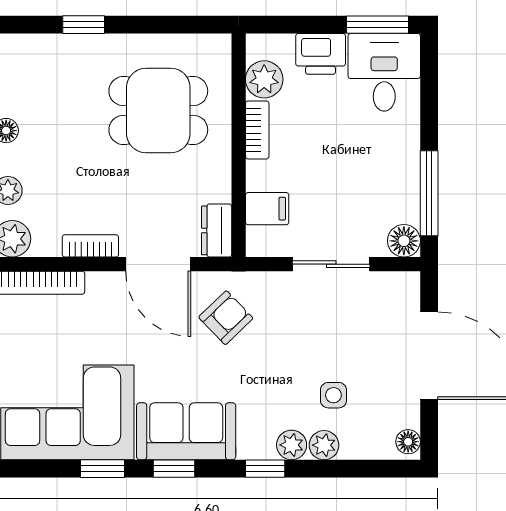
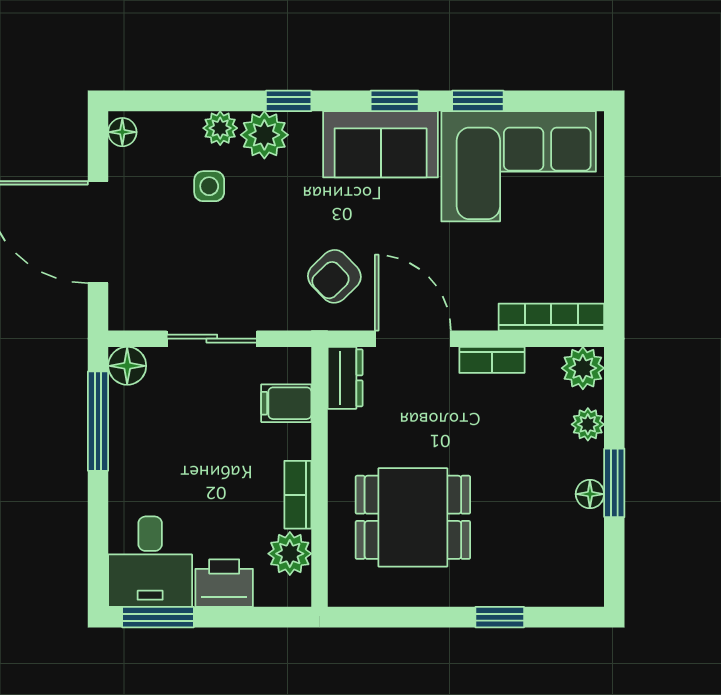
plant: (292, 445) -> (264, 135), width x1.38, depth x1.38

